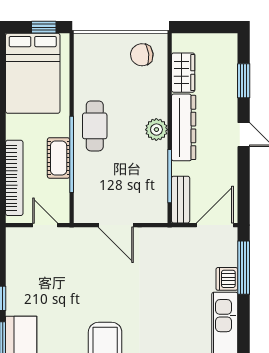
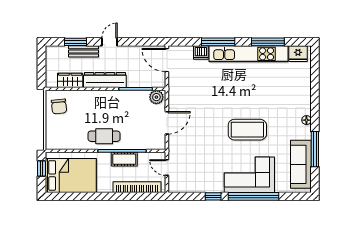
plant: (156, 130) -> (156, 97), moved
bench: (181, 200) -> (83, 51), moved
door: (45, 225) -> (167, 168), hinge flipped
window: (244, 268) -> (218, 42), moved

